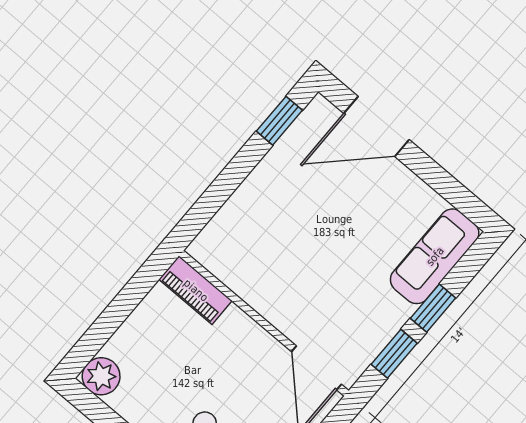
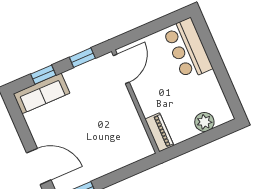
window: (433, 308) -> (43, 75), moved
plant: (101, 376) -> (204, 122), moved

